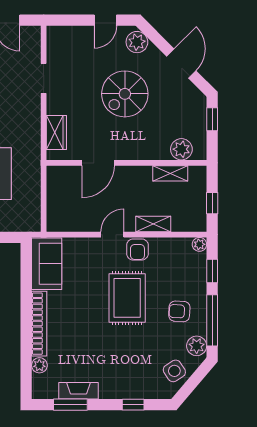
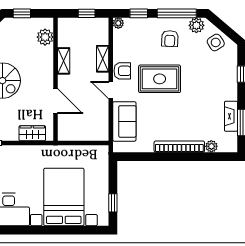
shelving: (170, 173) -> (64, 61), moved
sofa: (47, 264) -> (124, 121), moved, turned 90

